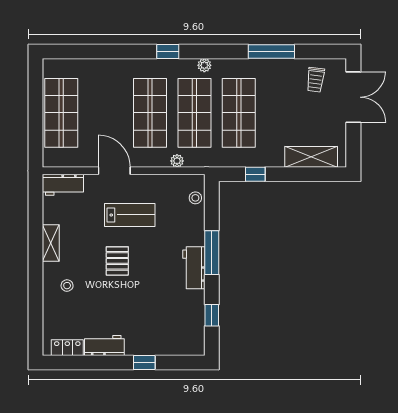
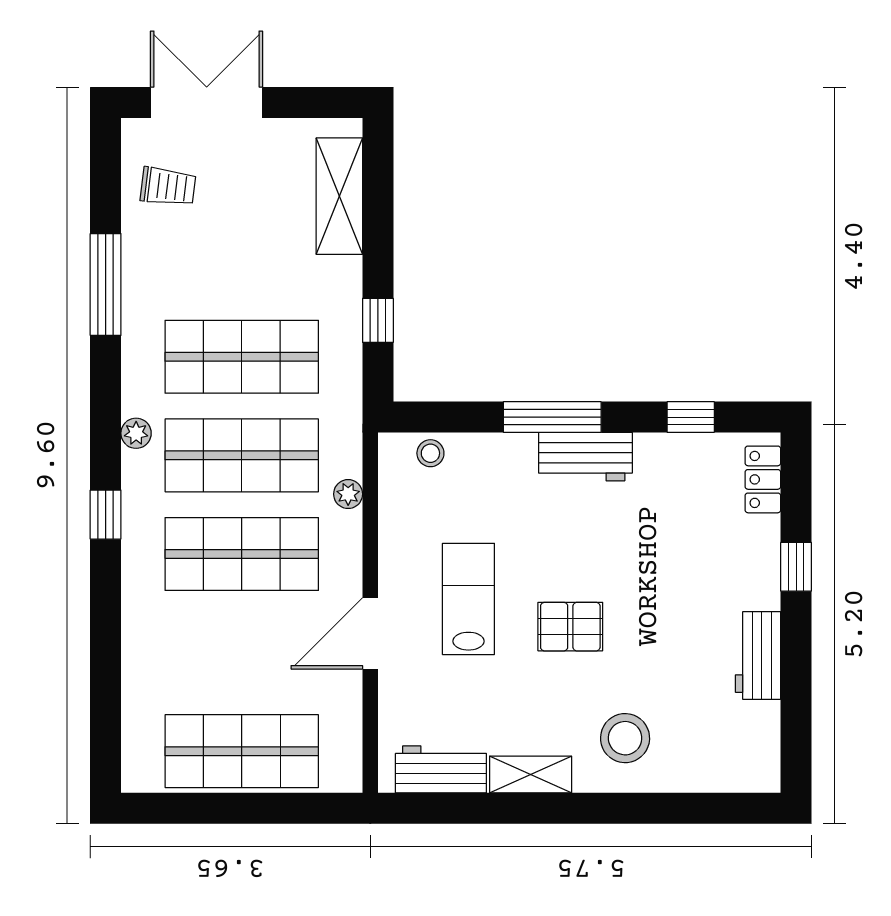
workbench: (63, 185) -> (441, 769), moved, turned -90
stool: (67, 286) -> (625, 738), width x1.89, depth x1.89
locker: (67, 348) -> (763, 479), moved

